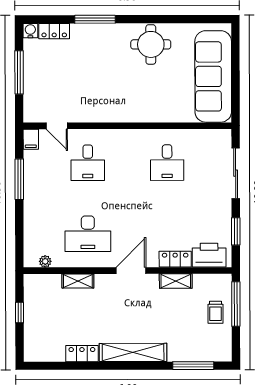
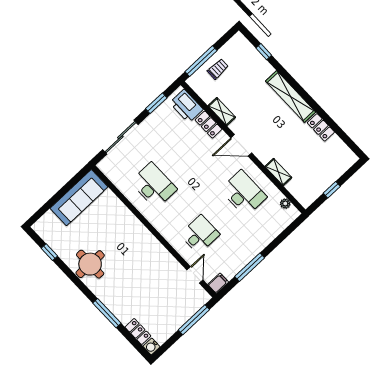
window: (194, 19) -> (49, 252), added
window: (19, 72) -> (194, 320), moved
sofa: (213, 76) -> (79, 198), width x0.74, depth x0.79
desk: (167, 163) -> (154, 186), width x1.37
window: (193, 366) -> (264, 52), width x0.46

